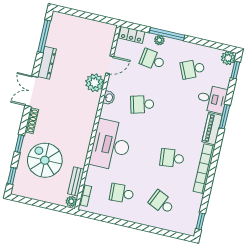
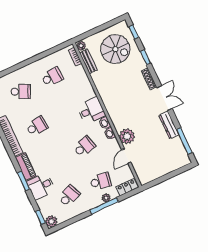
washbasin: (106, 112) -> (105, 123), added
desk: (111, 145) -> (91, 110), width x0.53, depth x0.77
spiral stairs: (45, 160) -> (115, 49), moved

